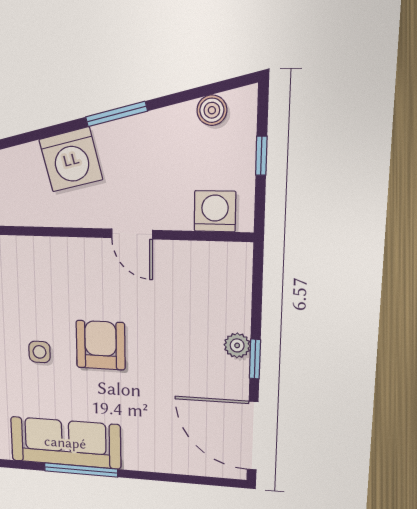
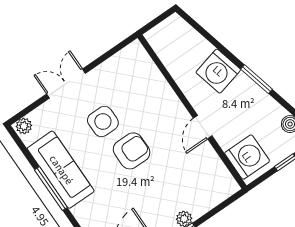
washing machine: (215, 211) -> (247, 157), width x1.37, depth x1.37
side table: (39, 352) -> (103, 121), width x1.87, depth x1.87

